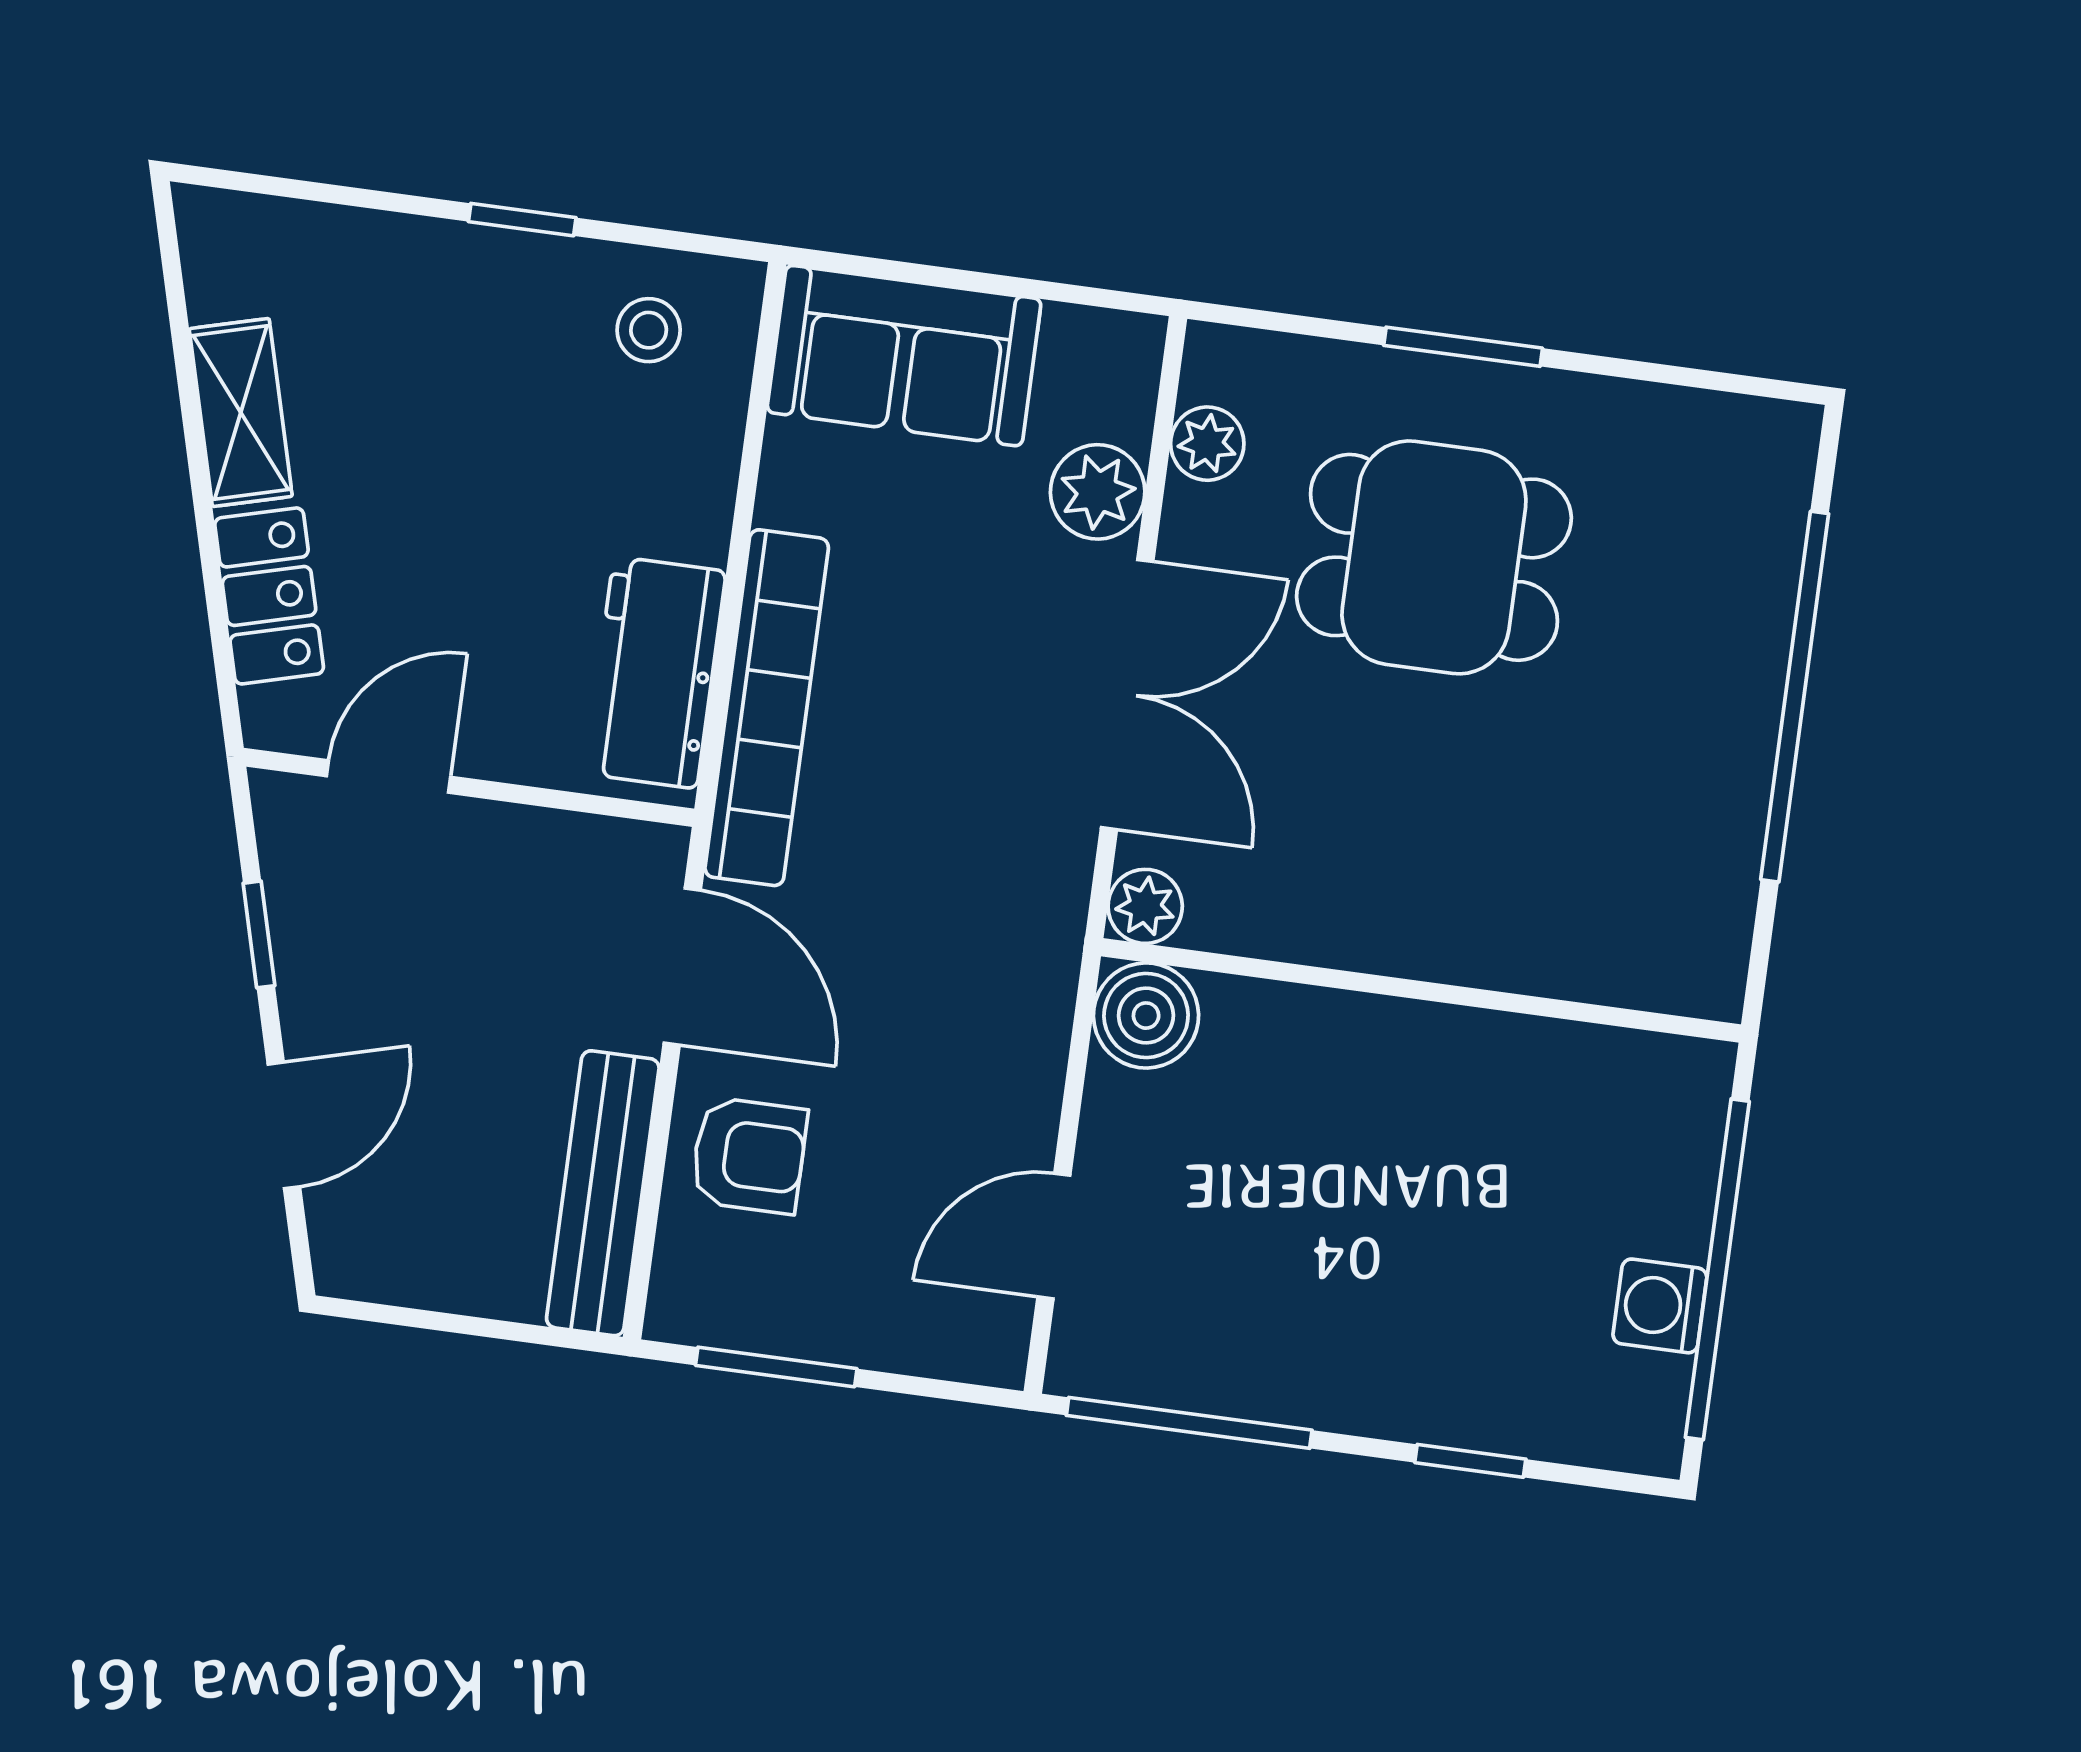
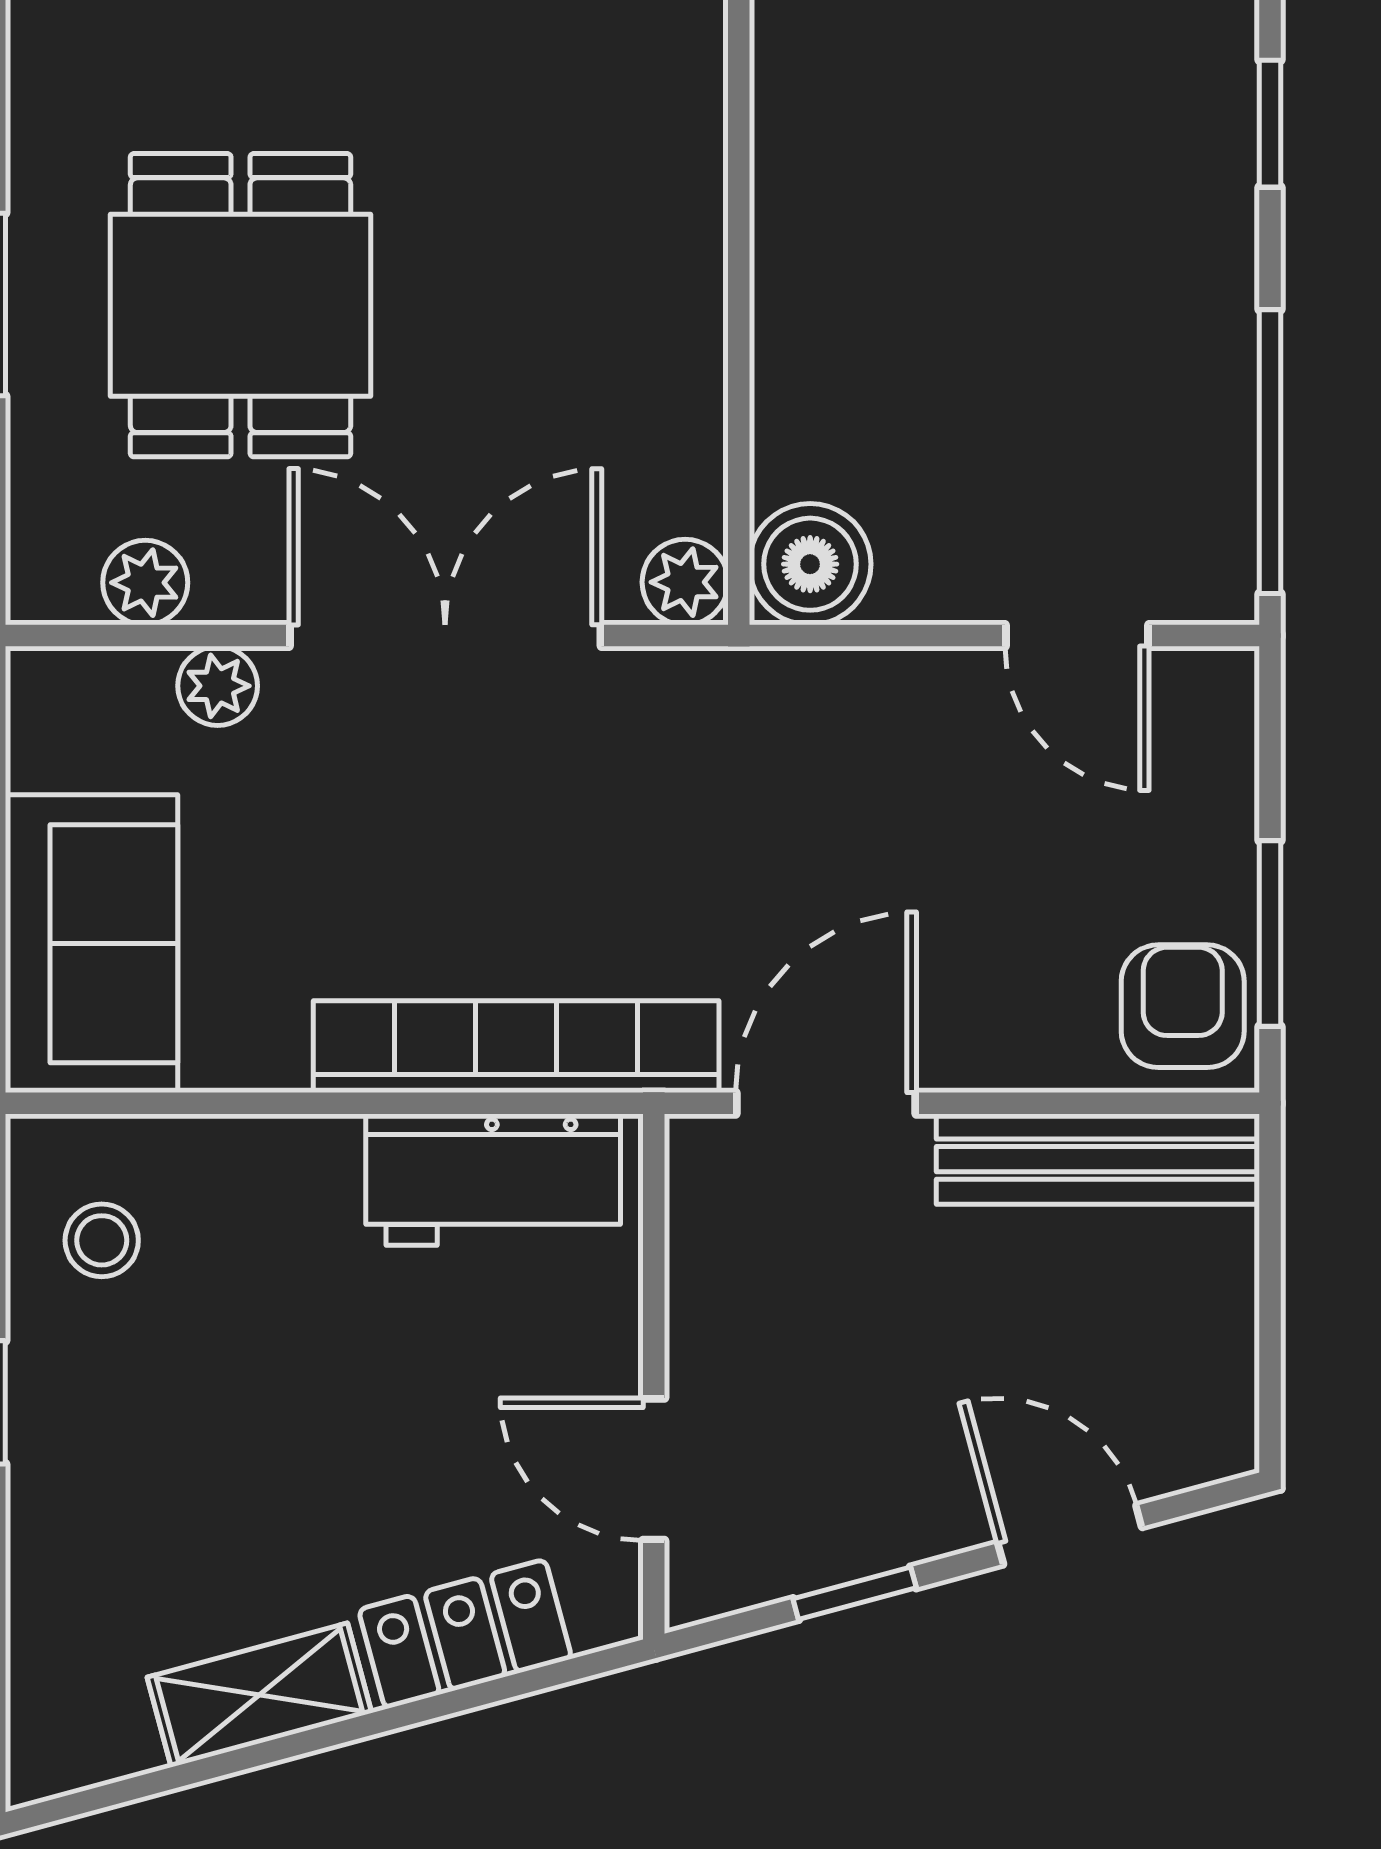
plant: (1098, 492) -> (218, 686), width x0.73, depth x0.73
armchair: (749, 1155) -> (1183, 1006), moved

